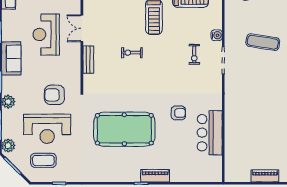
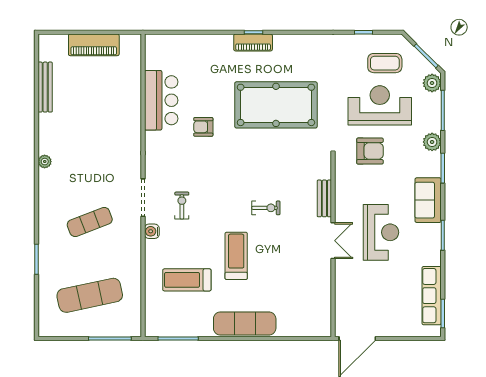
exercise mat: (263, 42) -> (90, 222), turned -30
piano: (155, 176) -> (253, 42), moved
piano: (265, 176) -> (94, 45), width x1.37, depth x1.33

